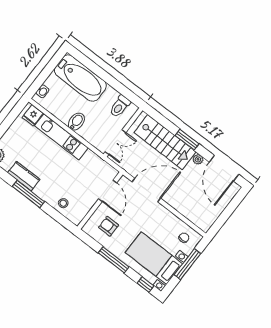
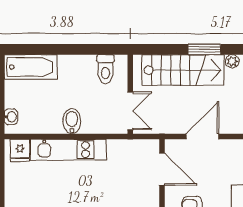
bathtub: (80, 78) -> (31, 67), width x0.73, depth x0.73
door: (146, 190) -> (203, 136), width x0.73

